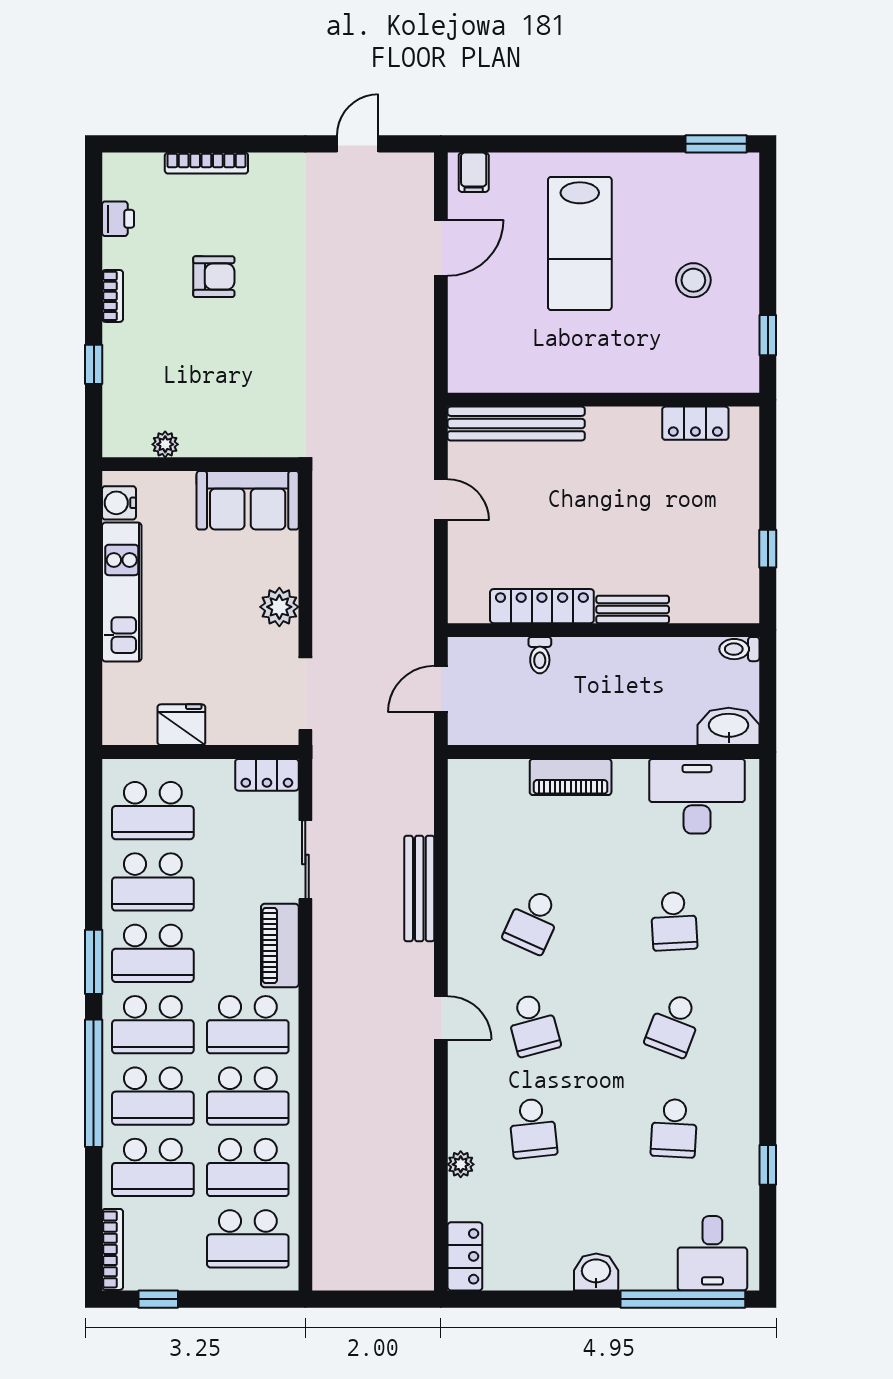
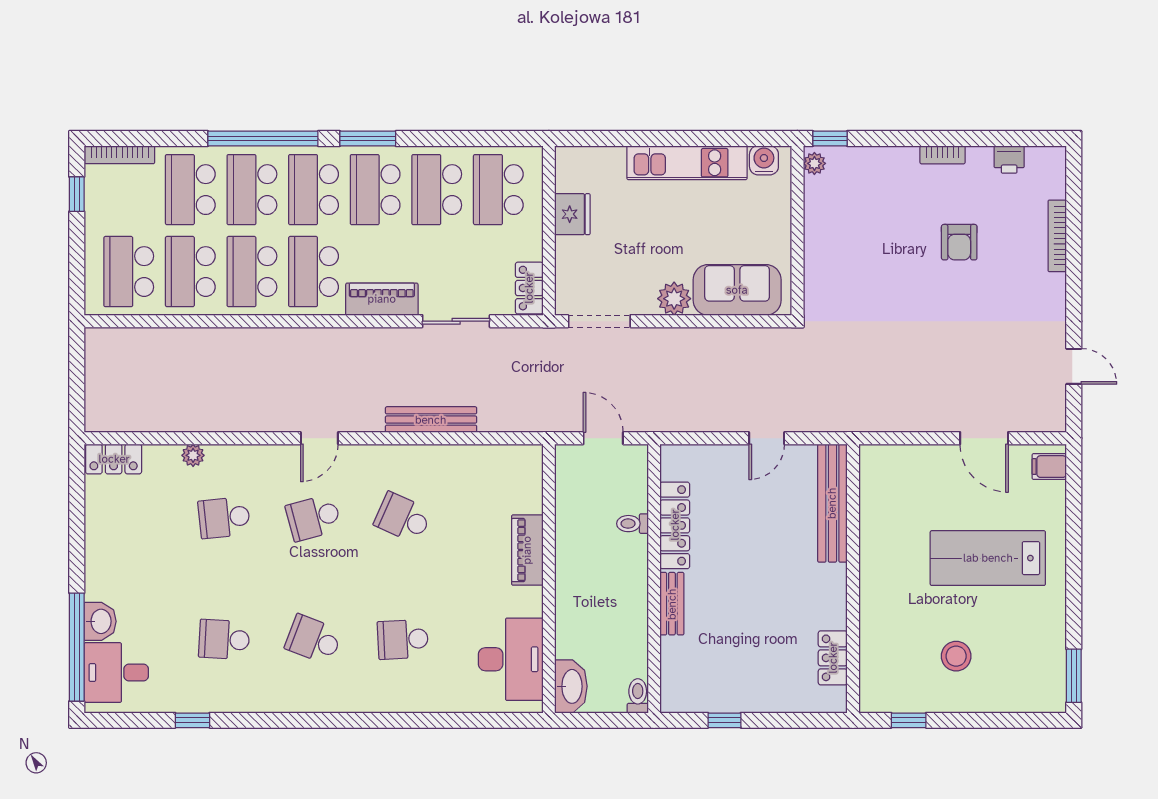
window: (94, 364) -> (830, 138), moved
plant: (165, 444) -> (814, 163), moved
sofa: (248, 500) -> (737, 290), moved, turned 90
washbasin: (596, 1272) -> (100, 621), moved

